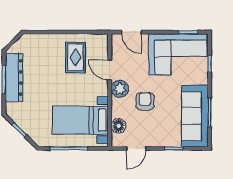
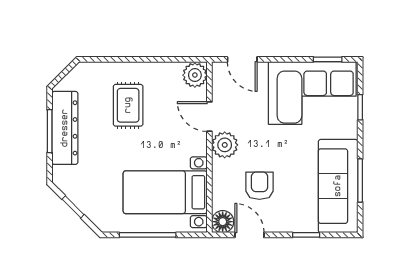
plant: (100, 42) -> (195, 75), added
rug: (75, 57) -> (128, 105), moved
armchair: (145, 101) -> (259, 186), moved
floor lamp: (119, 126) -> (223, 222), moved
door: (136, 148) -> (249, 235), swing flipped

